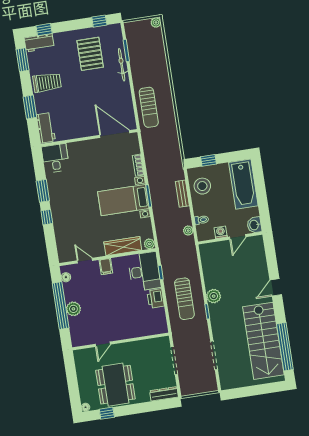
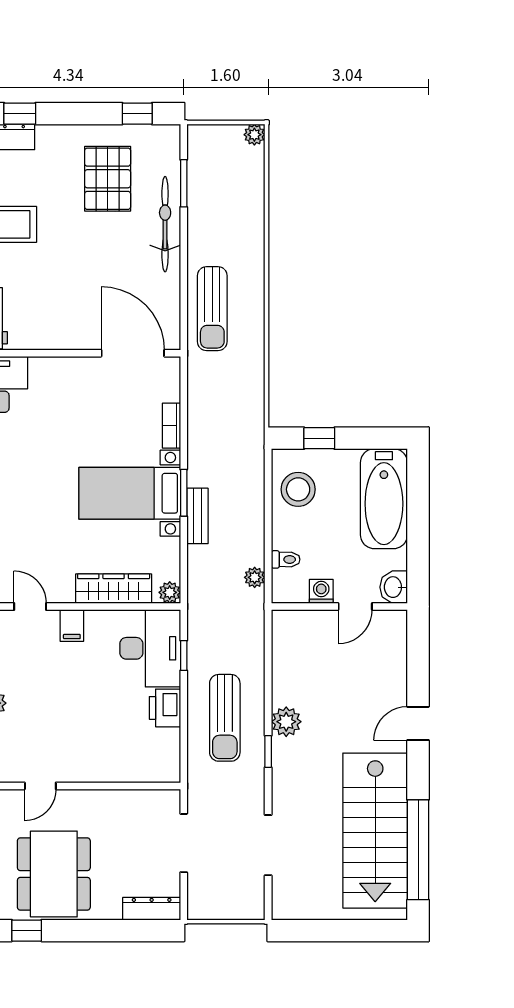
bicycle: (122, 65) -> (165, 224), width x1.37, depth x1.40
bench: (182, 194) -> (197, 516), moved

